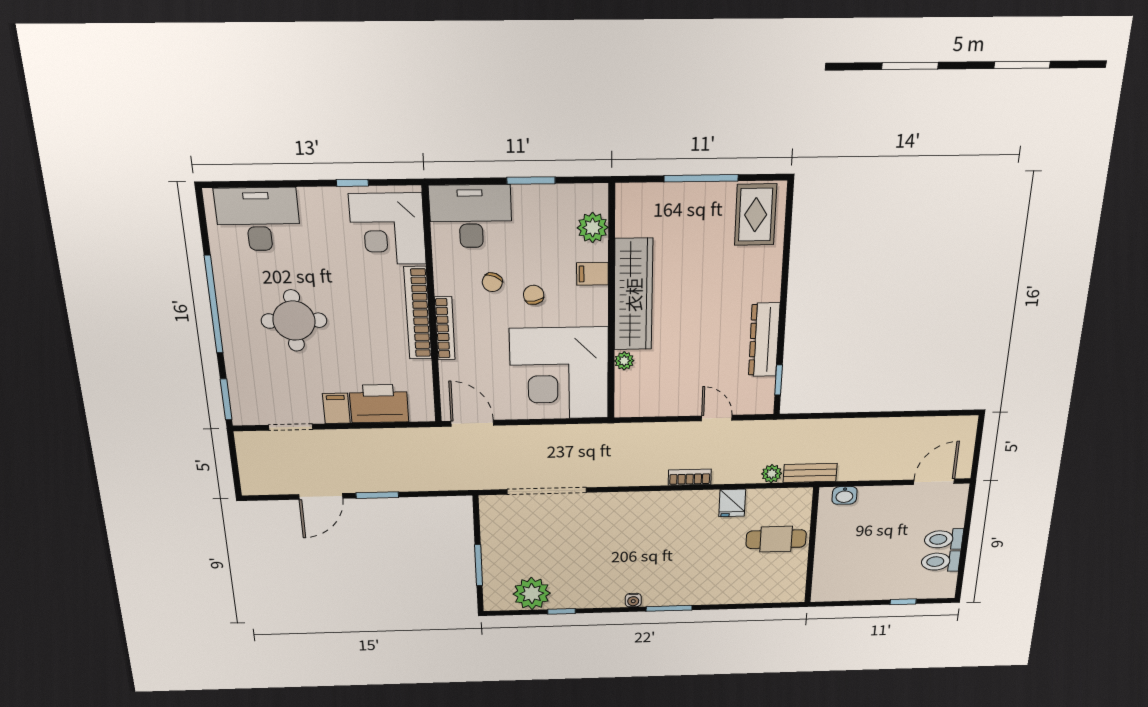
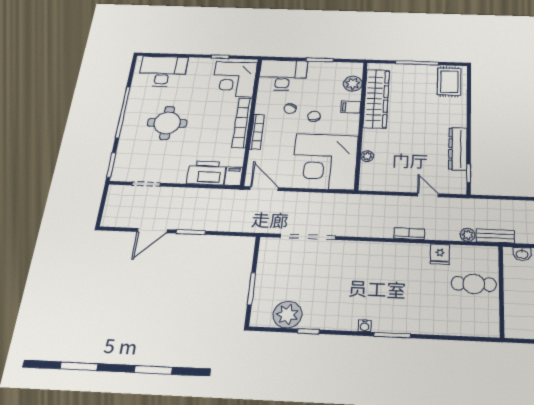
wardrobe: (633, 295) -> (376, 99), moved
filing cabinet: (336, 408) -> (234, 176), moved

